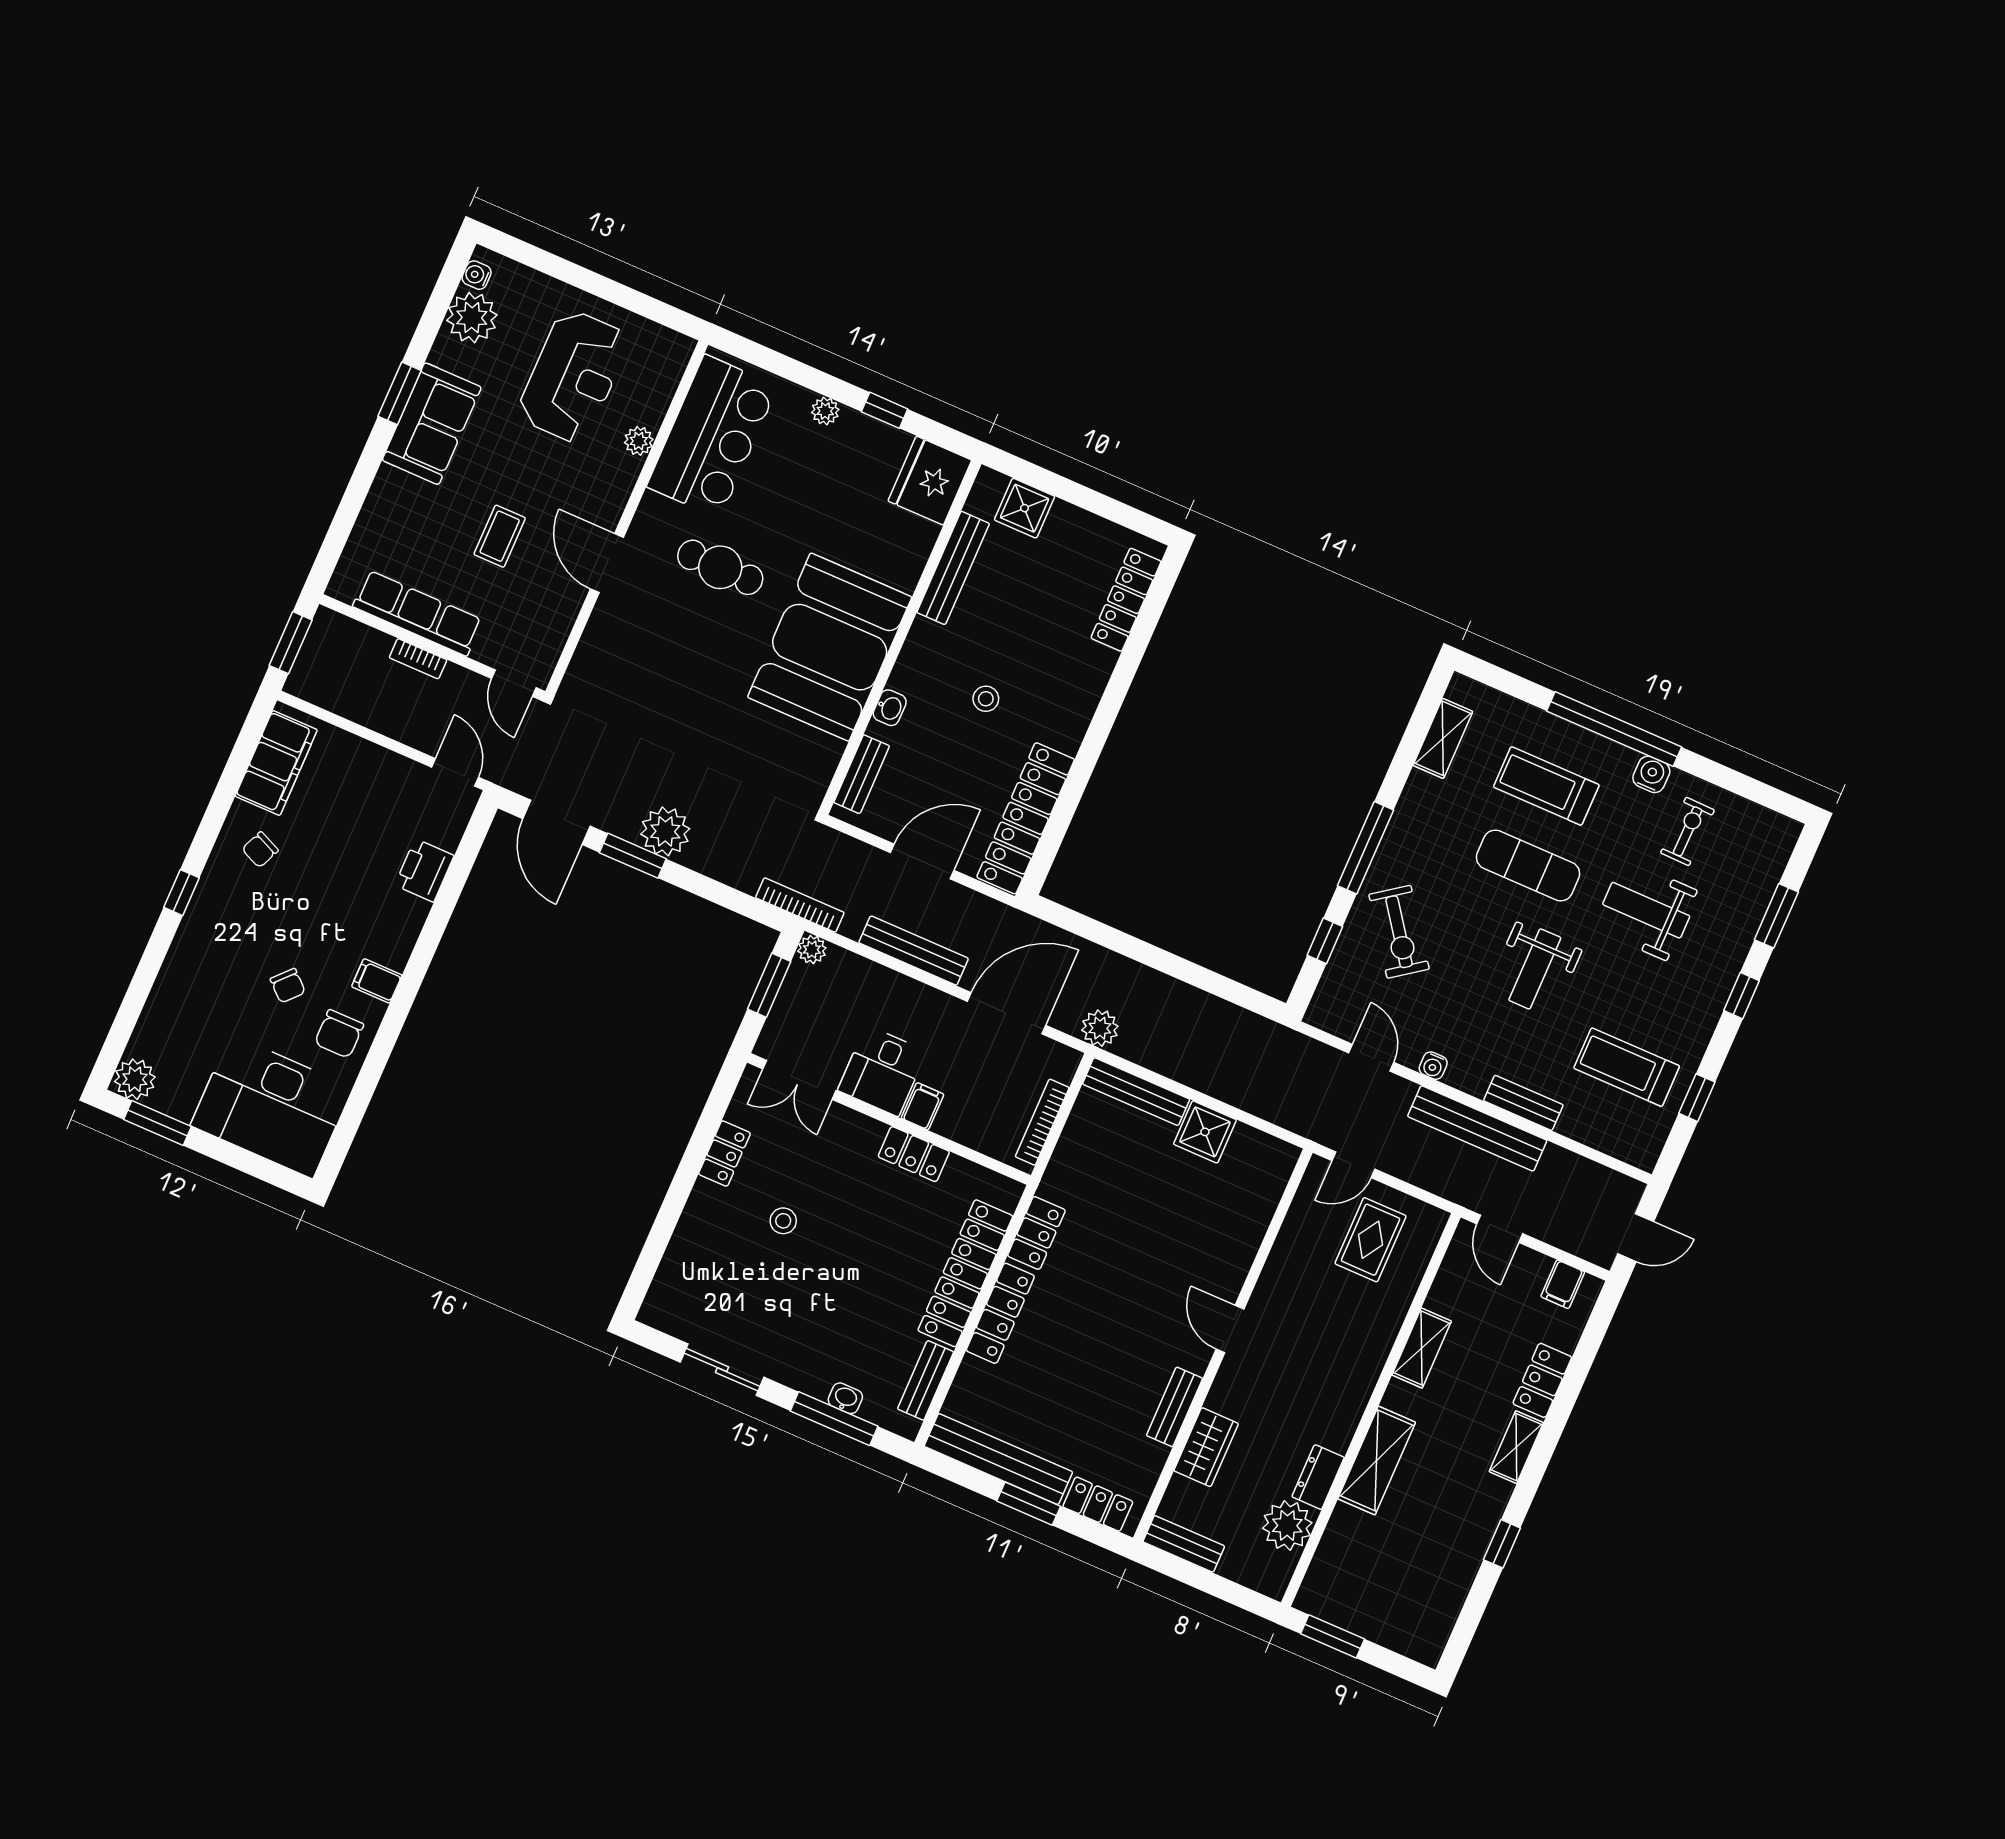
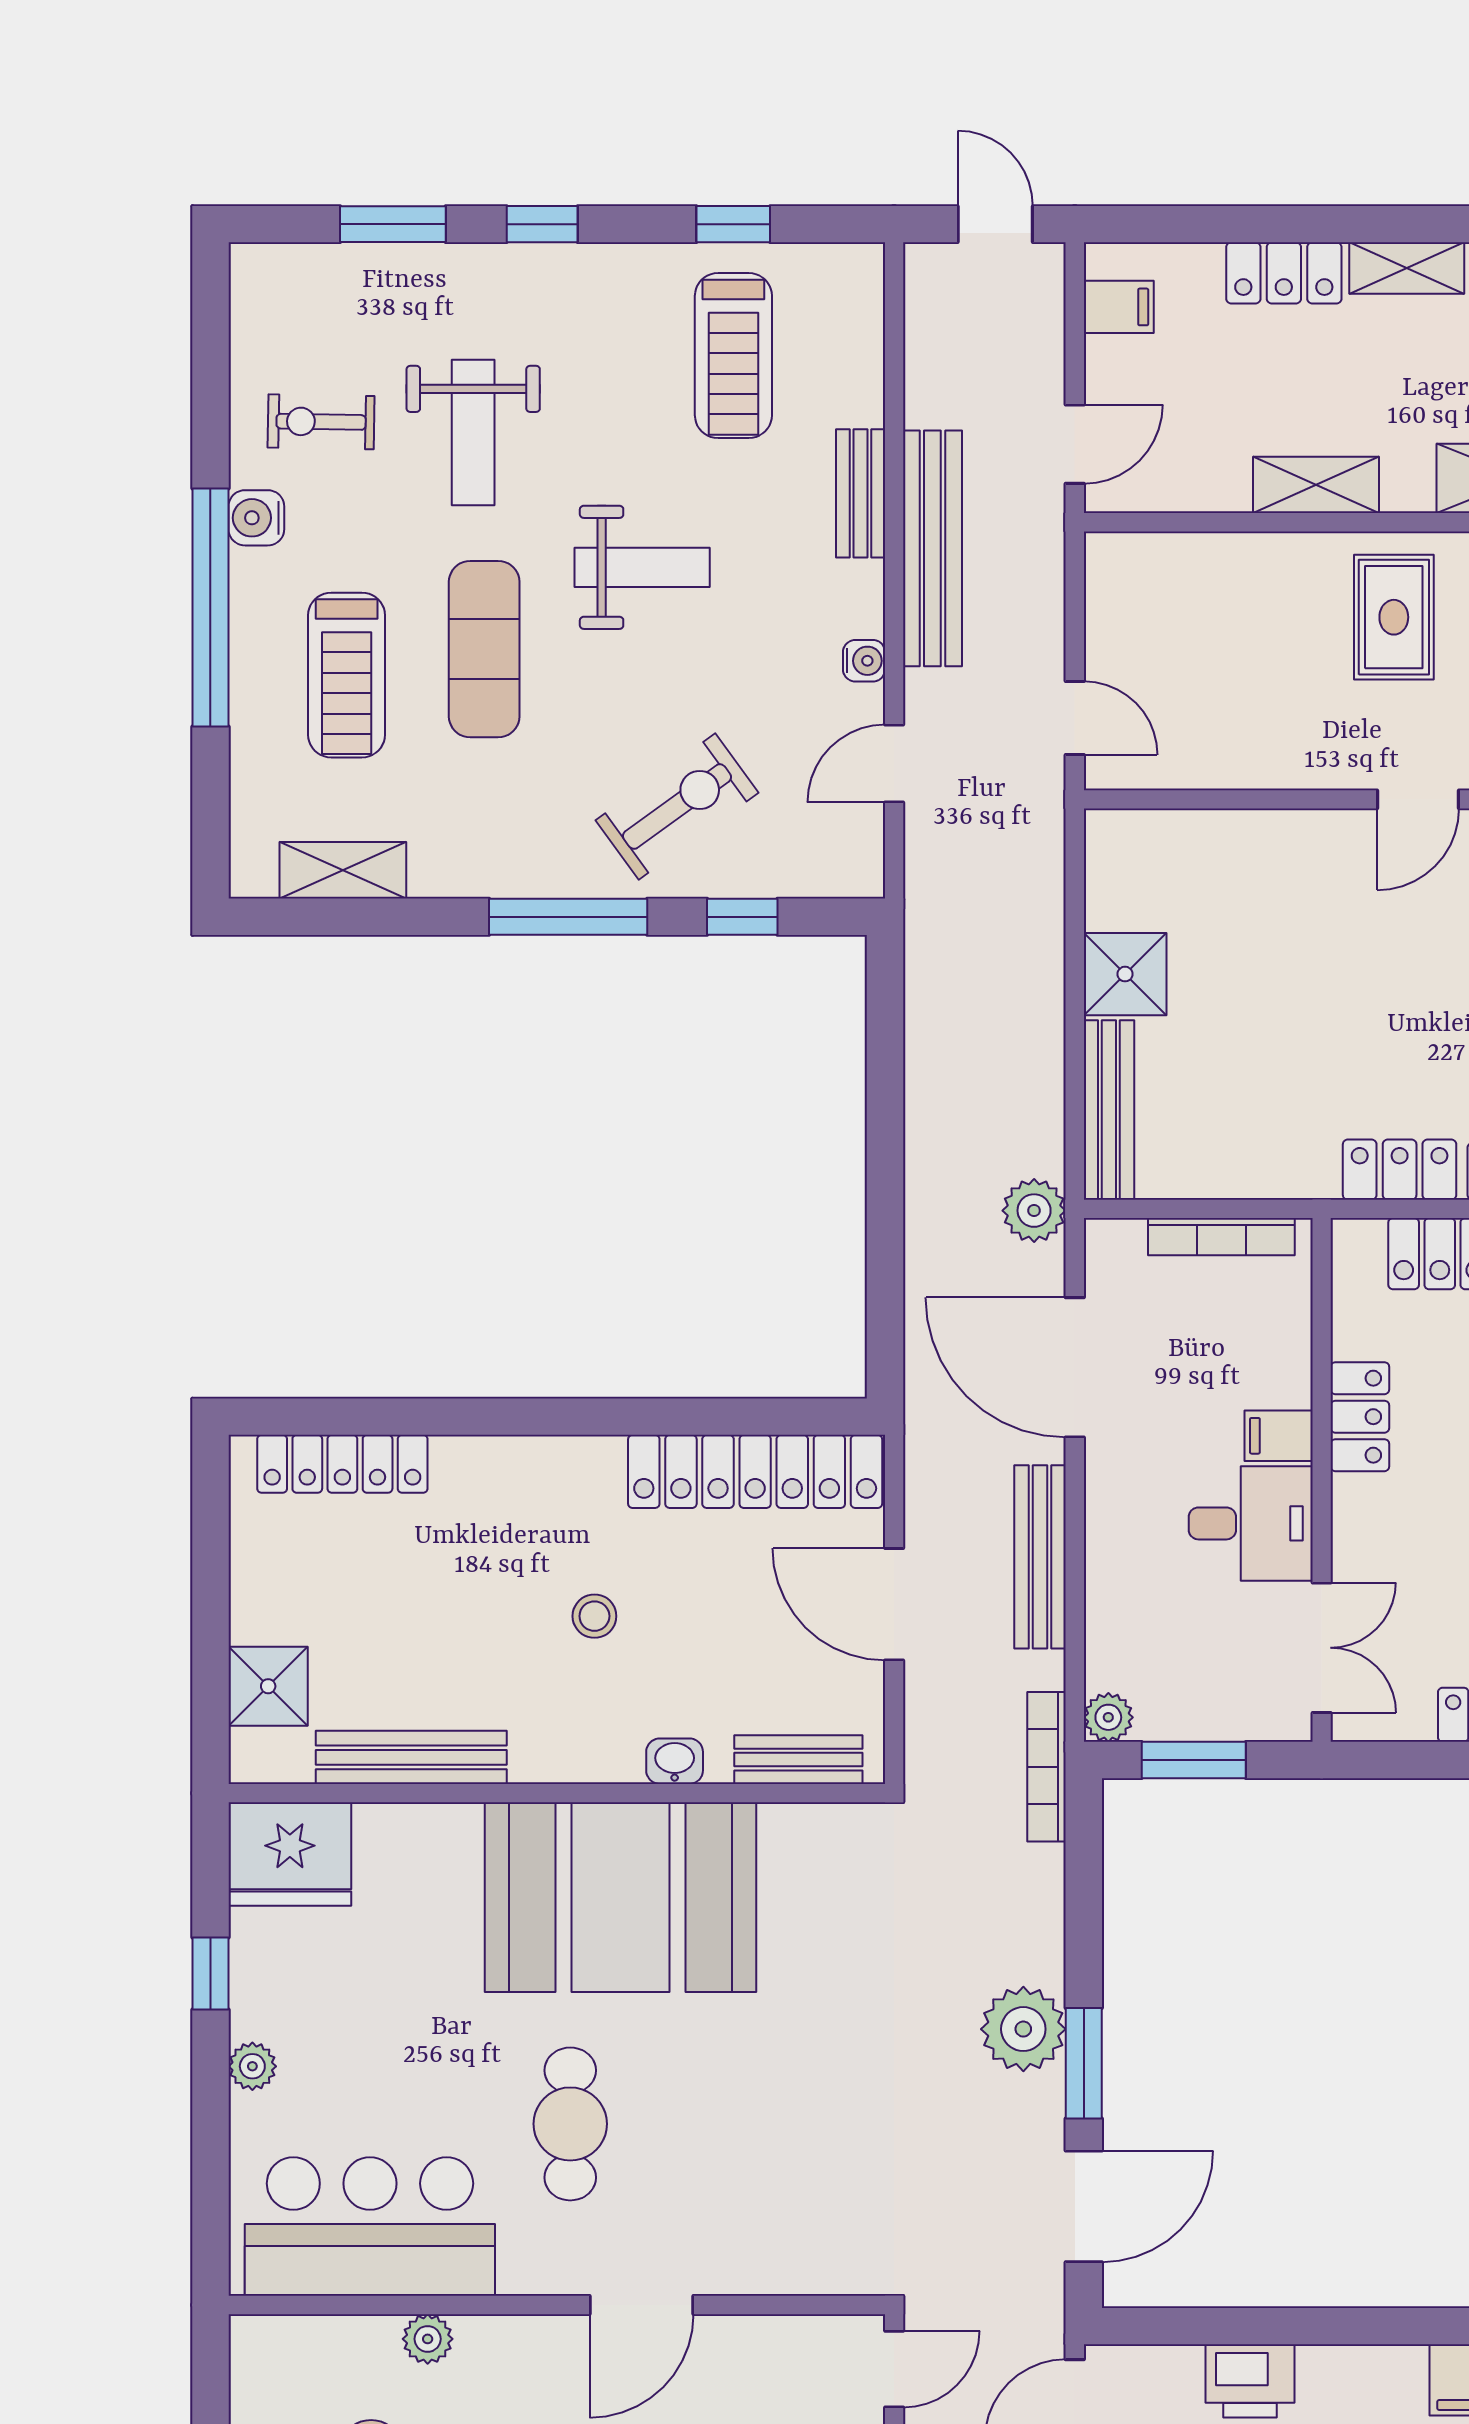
rug: (1370, 1240) -> (1394, 617), moved, turned 90

